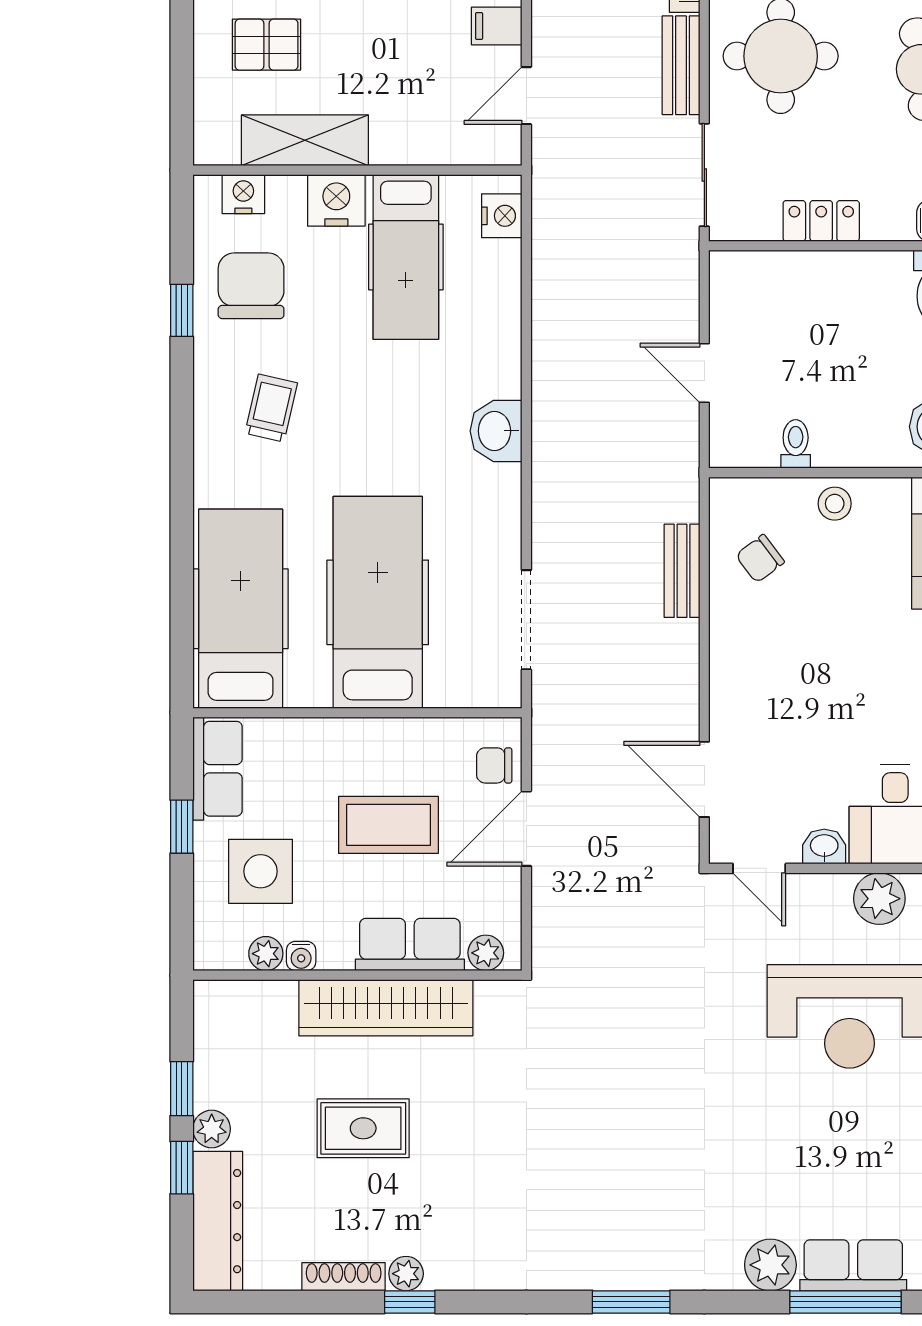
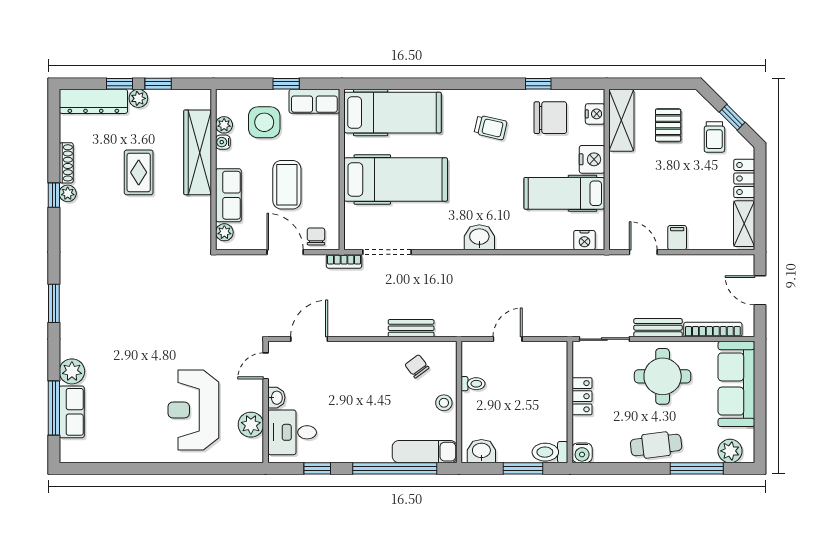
shelving: (305, 140) -> (621, 120), moved
bookcase: (545, 708) -> (344, 261), added
wardrobe: (386, 1008) -> (198, 152), moved

